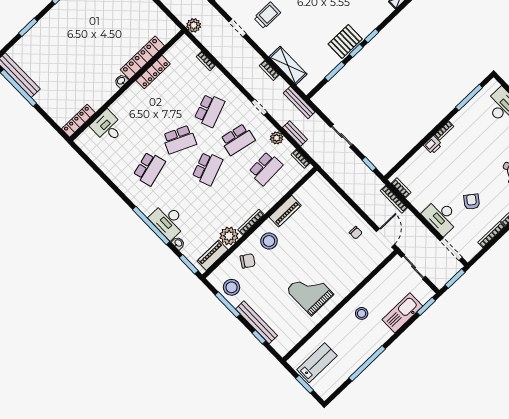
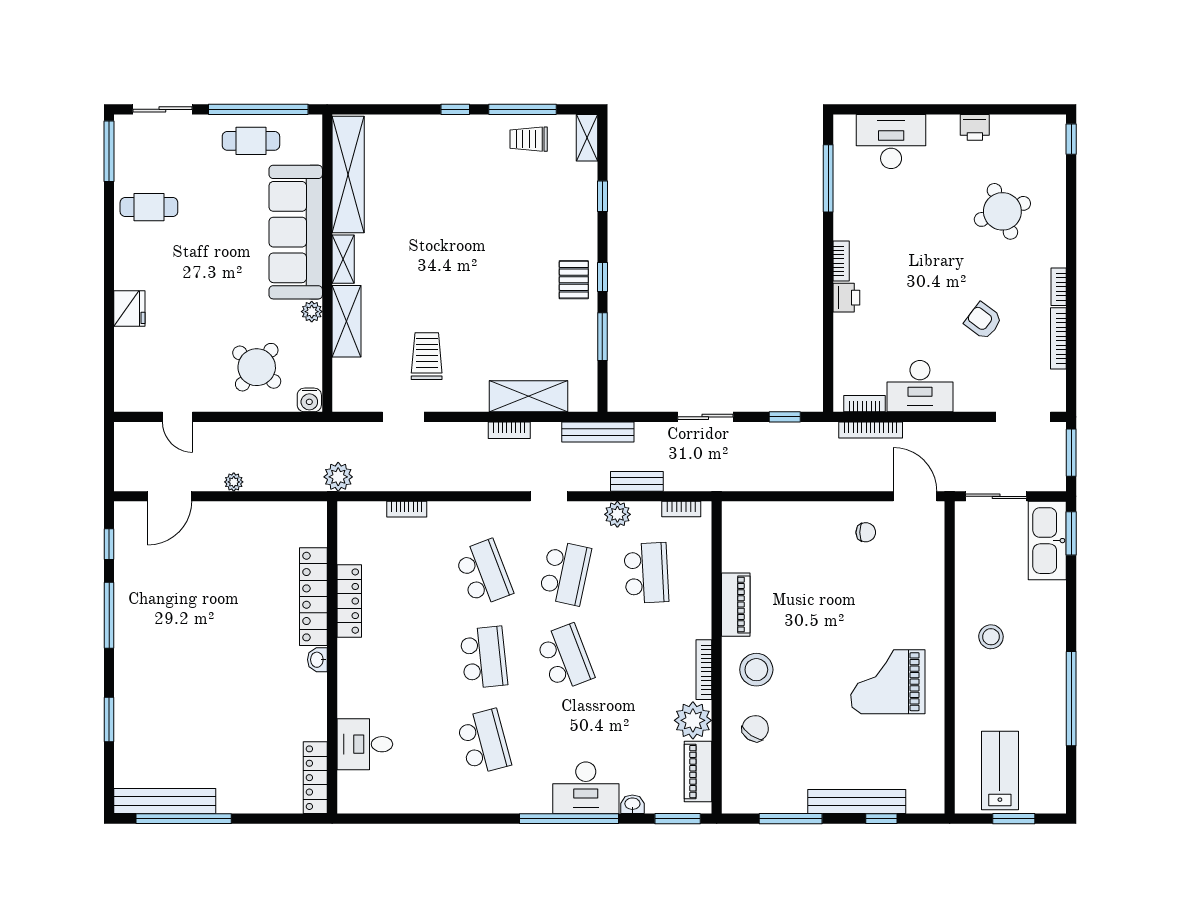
window: (372, 36) -> (602, 196), moved
pallet: (345, 41) -> (574, 280), width x0.67, depth x0.71
school desk: (179, 140) -> (484, 657), turned -30
desk: (441, 217) -> (920, 386), moved
stool: (232, 287) -> (771, 789), removed
kitchen sink: (402, 313) -> (1047, 541), moved

